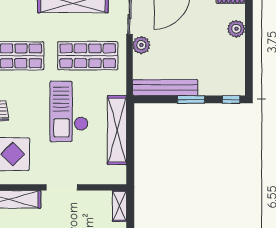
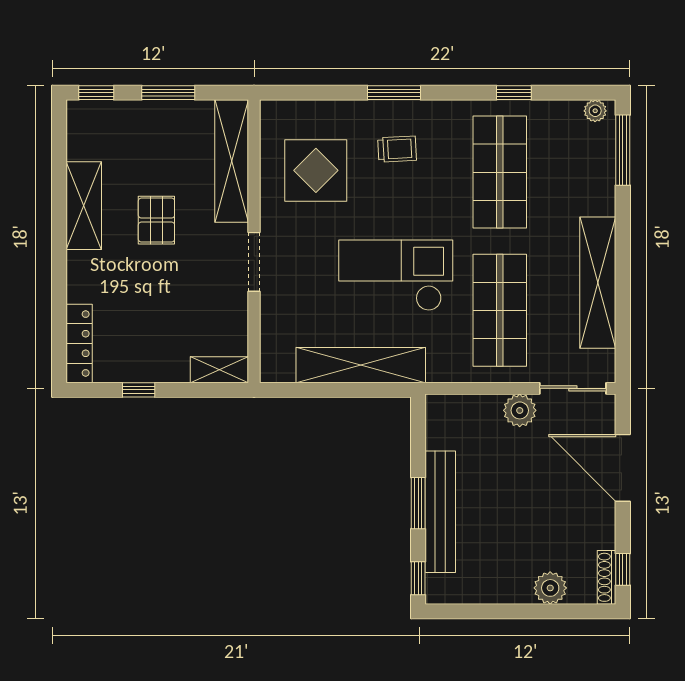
bench: (165, 88) -> (440, 512), moved

